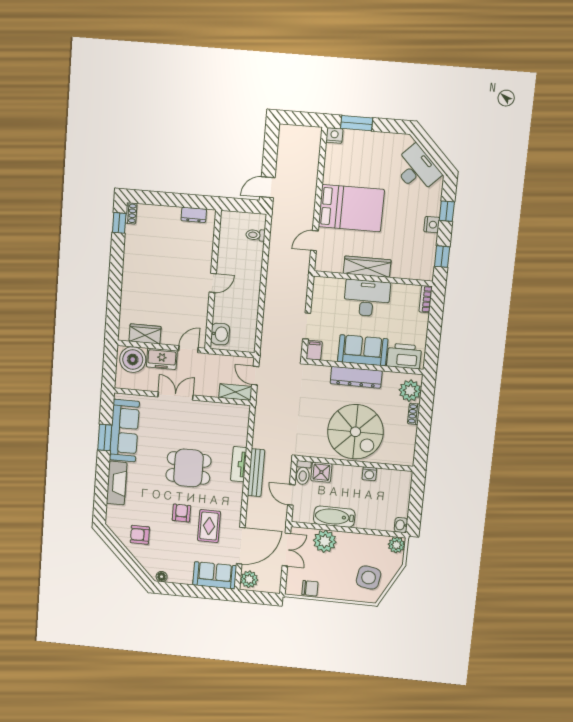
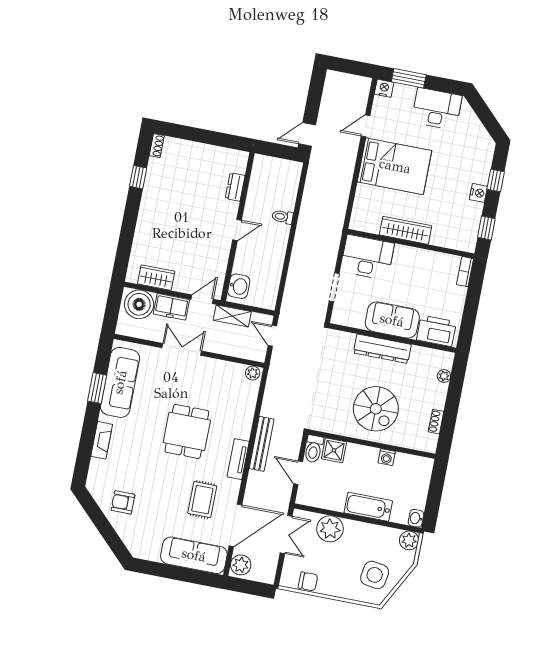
desk: (417, 169) -> (437, 109), moved, turned -45
dresser: (194, 215) -> (235, 187), moved, turned 90
window: (119, 223) -> (138, 177), moved
toilet: (255, 235) -> (283, 217), moved
door: (314, 241) -> (366, 126), moved
desk: (367, 298) -> (367, 257), moved
filing cabinet: (314, 350) -> (340, 314), removed
plant: (410, 391) -> (444, 376), width x0.53, depth x0.53
shelving: (235, 392) -> (232, 316), moved
plant: (241, 411) -> (253, 373), added
shoe rack: (414, 414) -> (436, 422), moved
spiral stairs: (355, 432) -> (376, 409), width x0.73, depth x0.73
tv unit: (239, 464) -> (238, 459), moved
dining table: (188, 468) -> (187, 431), turned 90
fireplace: (117, 483) -> (102, 440), width x0.73, depth x0.76
armchair: (181, 513) -> (173, 482), removed
bathtub: (334, 517) -> (368, 507), moved
sofa: (215, 575) -> (194, 555), width x1.36
floor lamp: (162, 577) -> (142, 553), removed

